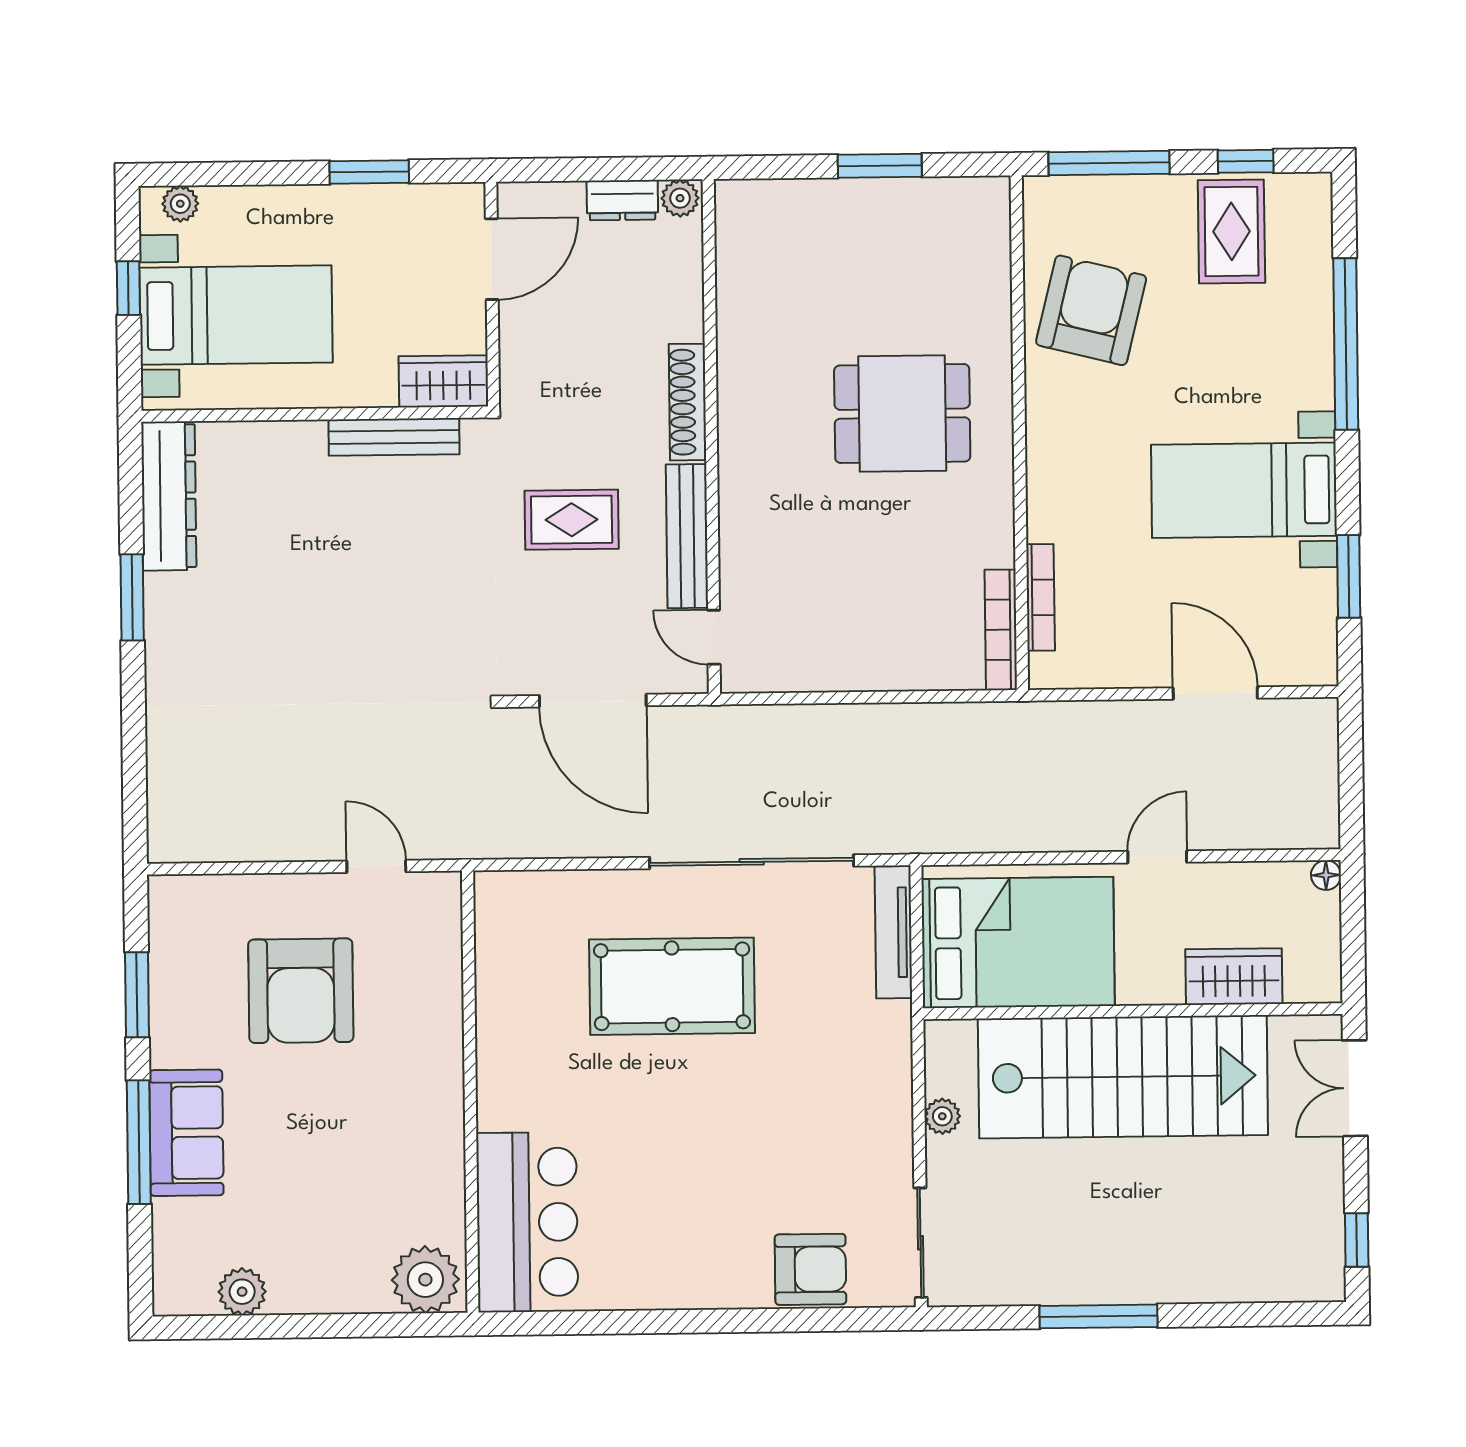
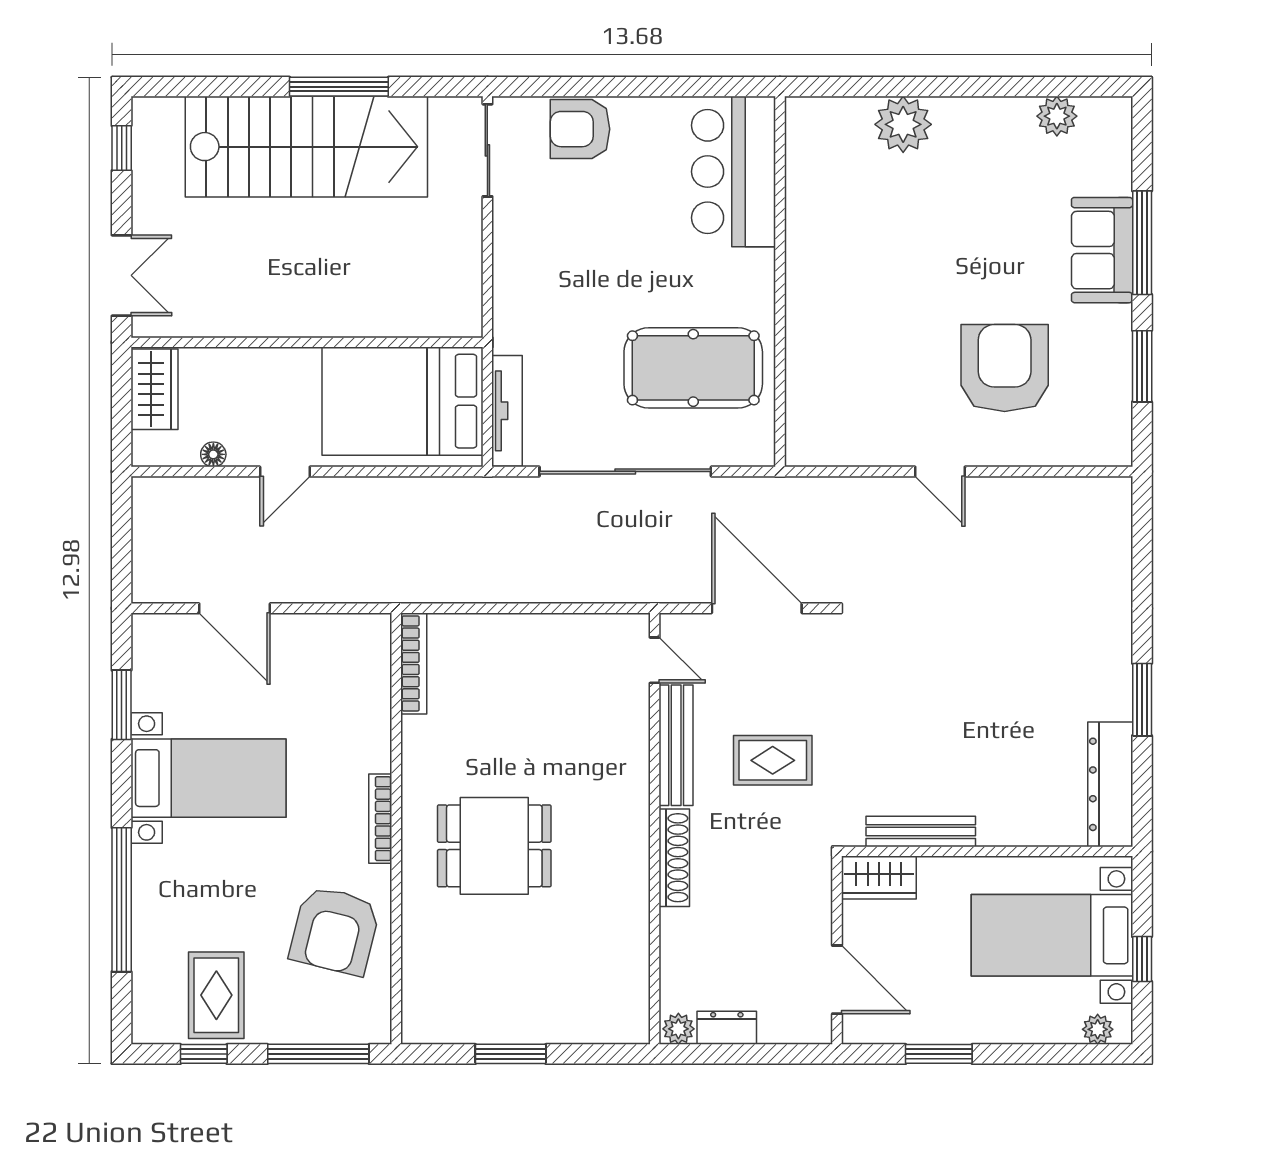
door: (492, 259) -> (837, 980), swing flipped
bookcase: (1040, 597) -> (380, 819), moved
floor lamp: (1326, 875) -> (213, 454), moved
wardrobe: (1234, 977) -> (154, 389), moved, turned -90
stairs: (1123, 1077) -> (306, 147), moved, turned 180
wall: (470, 1092) -> (780, 282), moved
plant: (942, 1116) -> (468, 256), removed
bar counter: (527, 1222) -> (734, 172), moved

